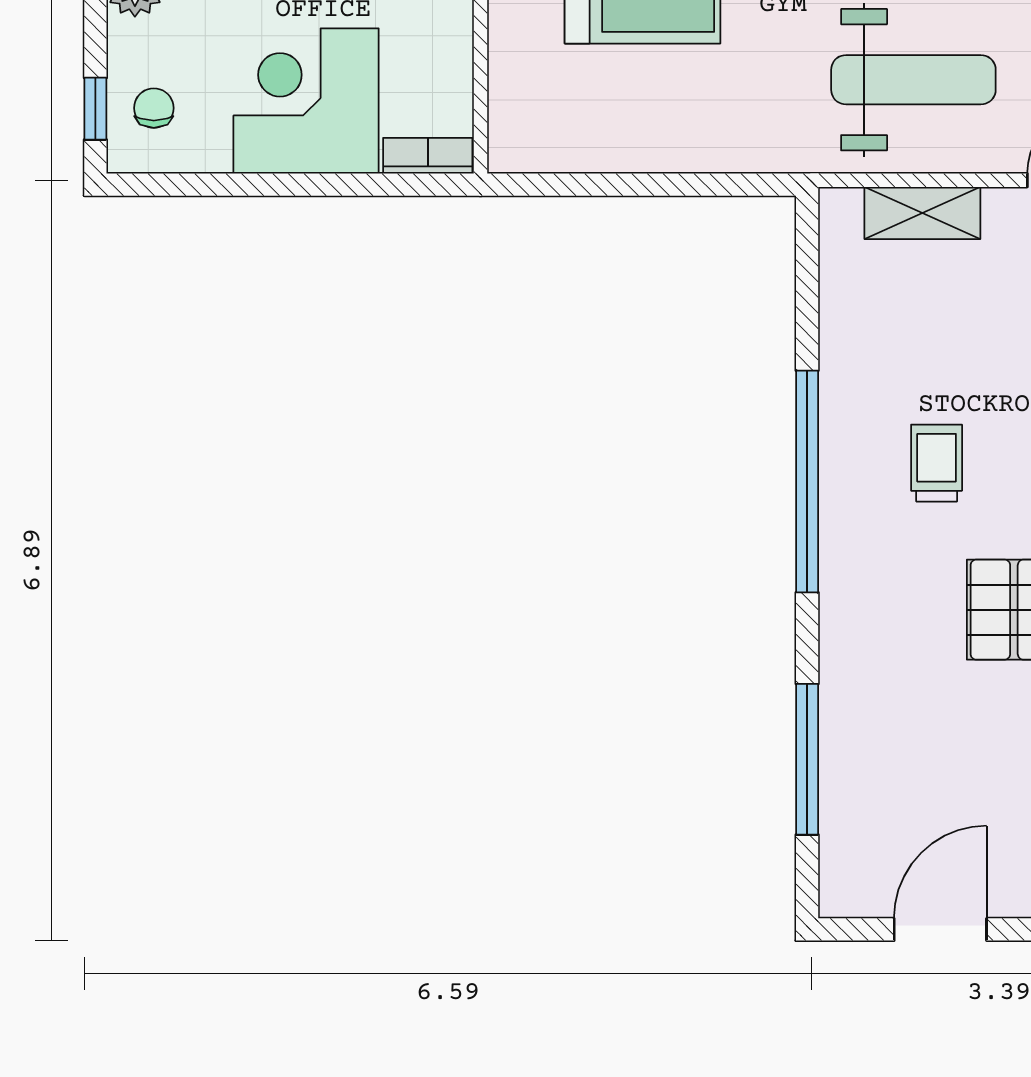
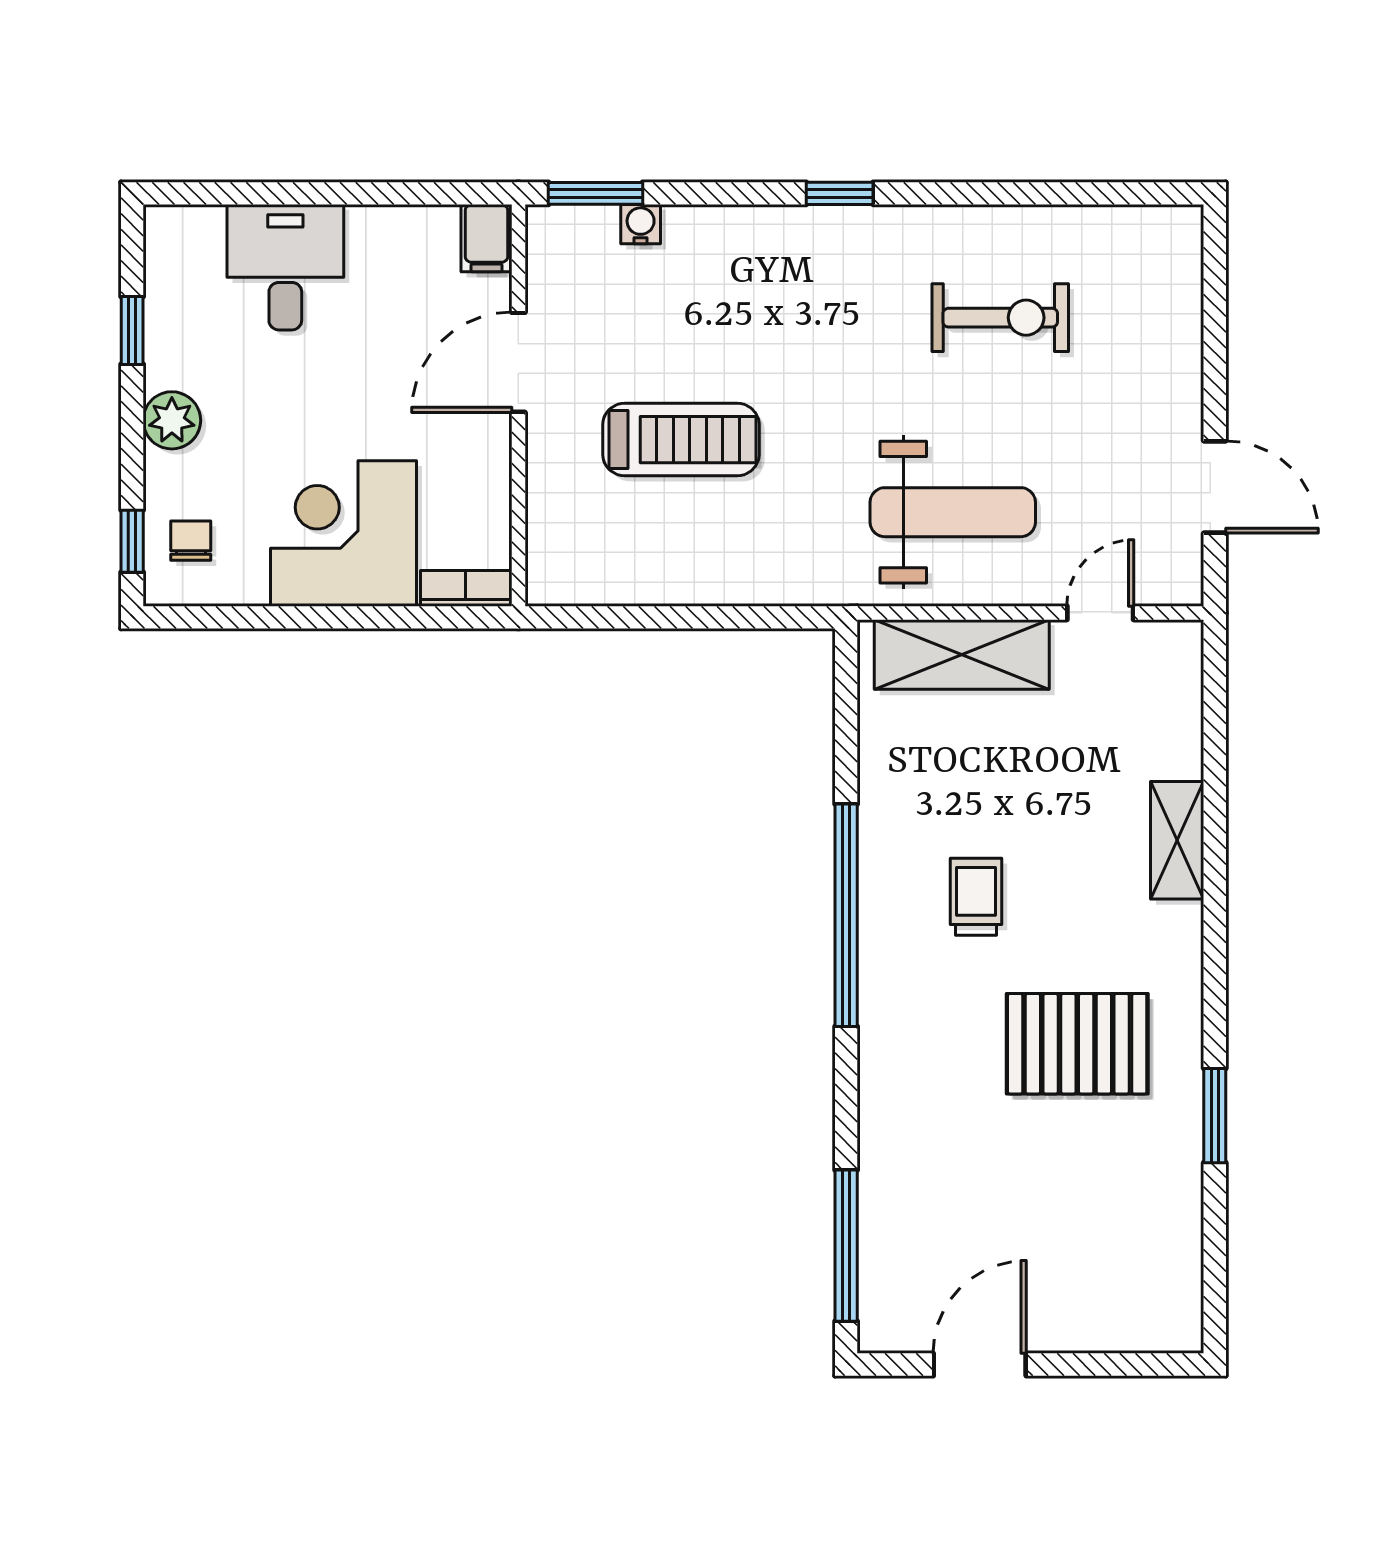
shelving: (922, 213) -> (962, 655), width x1.50, depth x1.33
window: (807, 759) -> (846, 1246), moved

